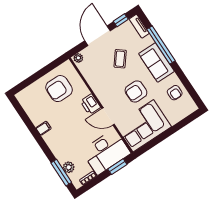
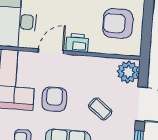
plant: (78, 58) -> (128, 72), width x1.87, depth x1.87
armchair: (59, 89) -> (118, 23), turned -90

